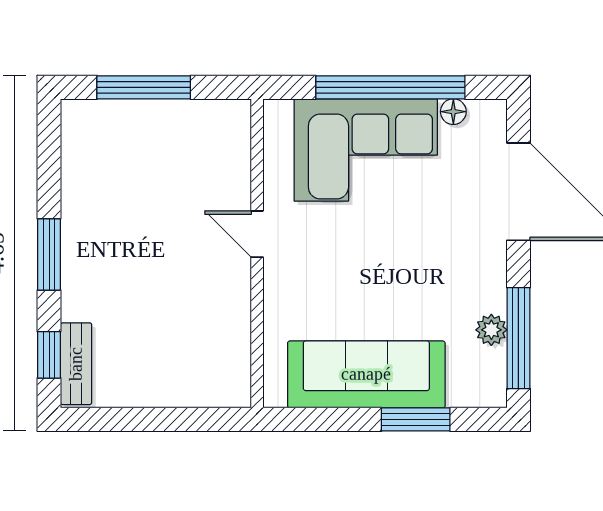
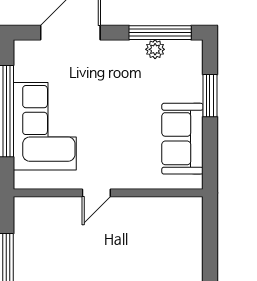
floor lamp: (453, 112) -> (21, 73), removed
sofa: (366, 374) -> (182, 139), width x0.73

